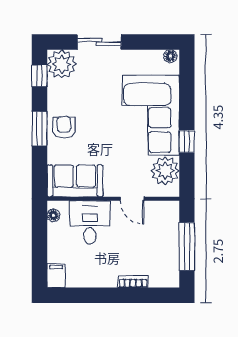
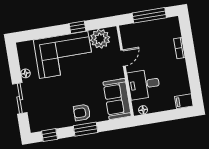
floor lamp: (170, 56) -> (26, 73), moved
plant: (62, 64) -> (39, 121), removed

